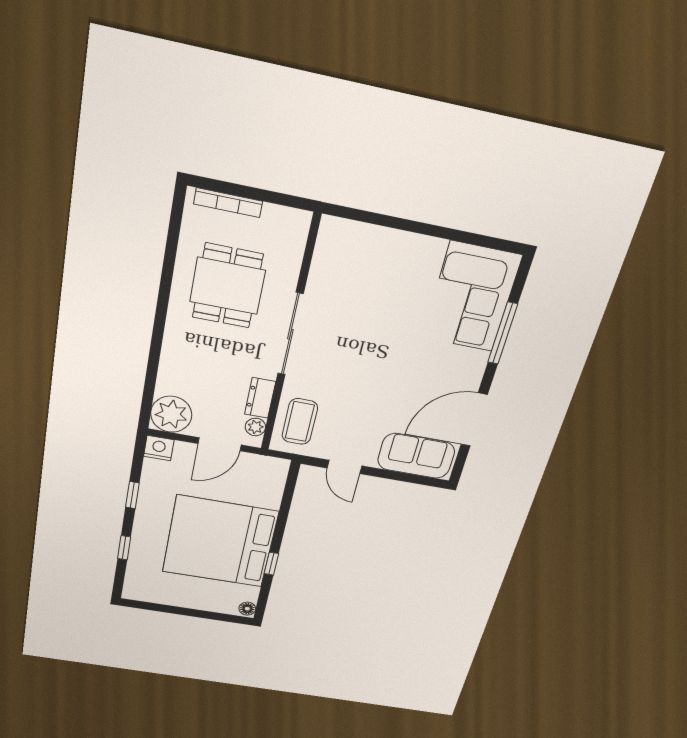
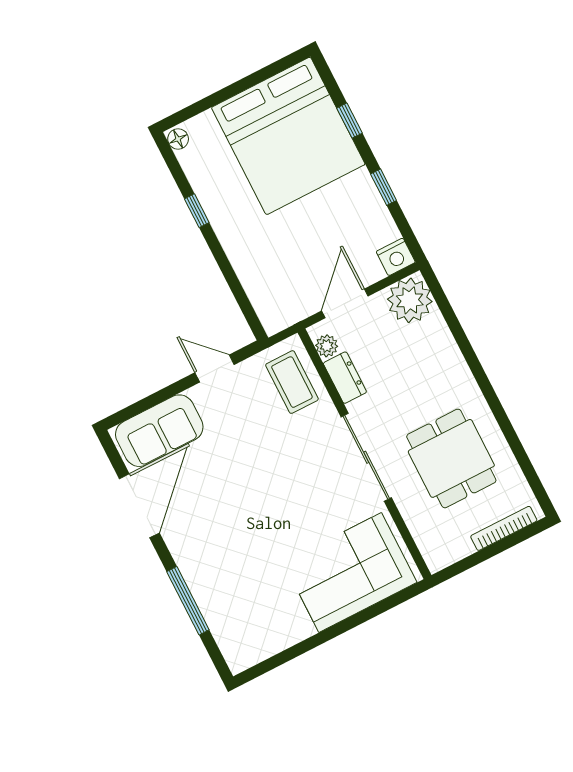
corner sofa: (472, 297) -> (350, 572), moved, turned -90
bed: (220, 542) -> (288, 136), moved, turned 90

